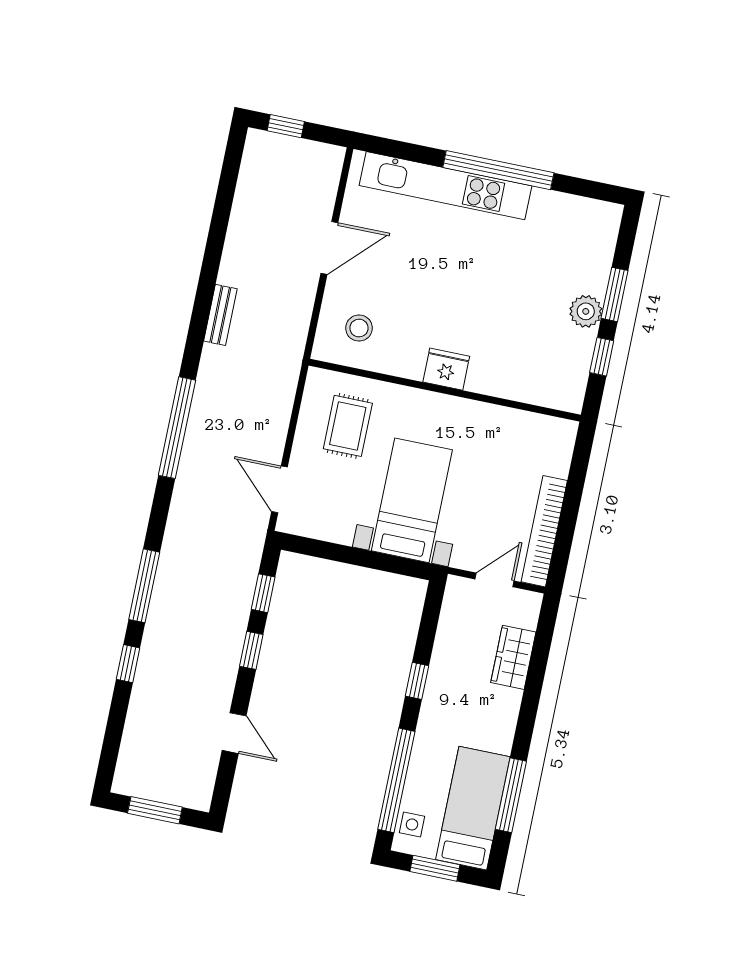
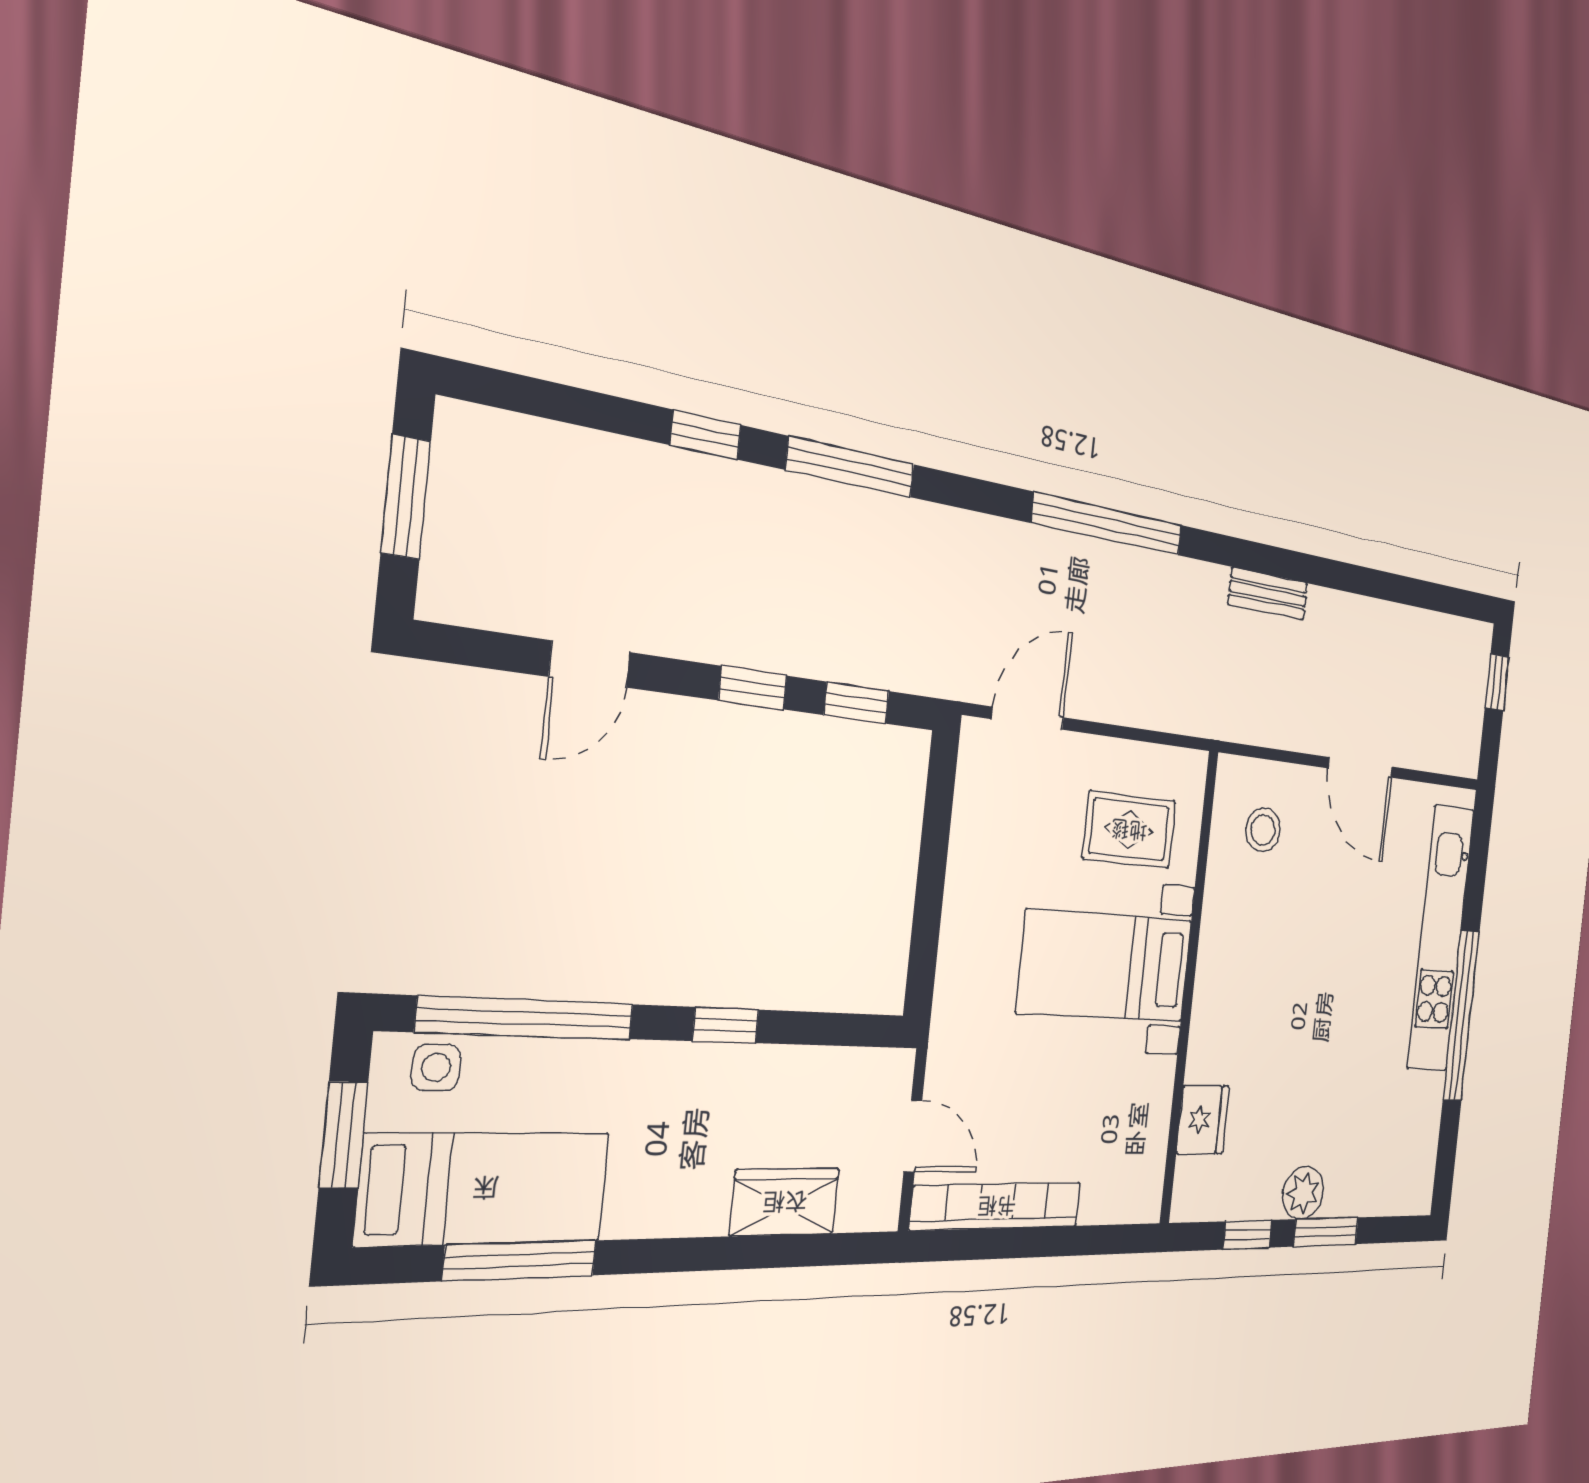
fridge: (446, 369) -> (1203, 1120), moved
bed with nightstands: (412, 500) -> (1106, 966), moved, turned 180

